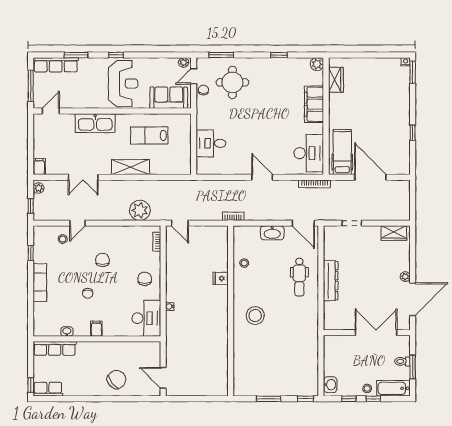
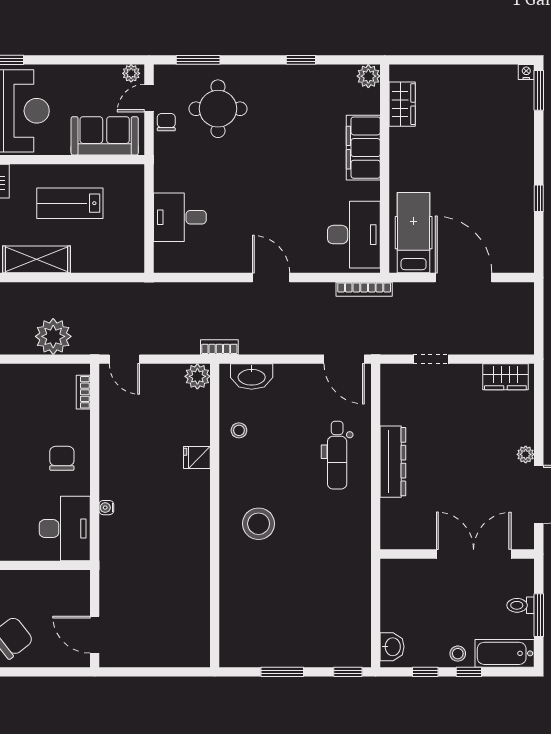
plant: (221, 233) -> (197, 376), added
washbasin: (272, 233) -> (252, 376), moved

